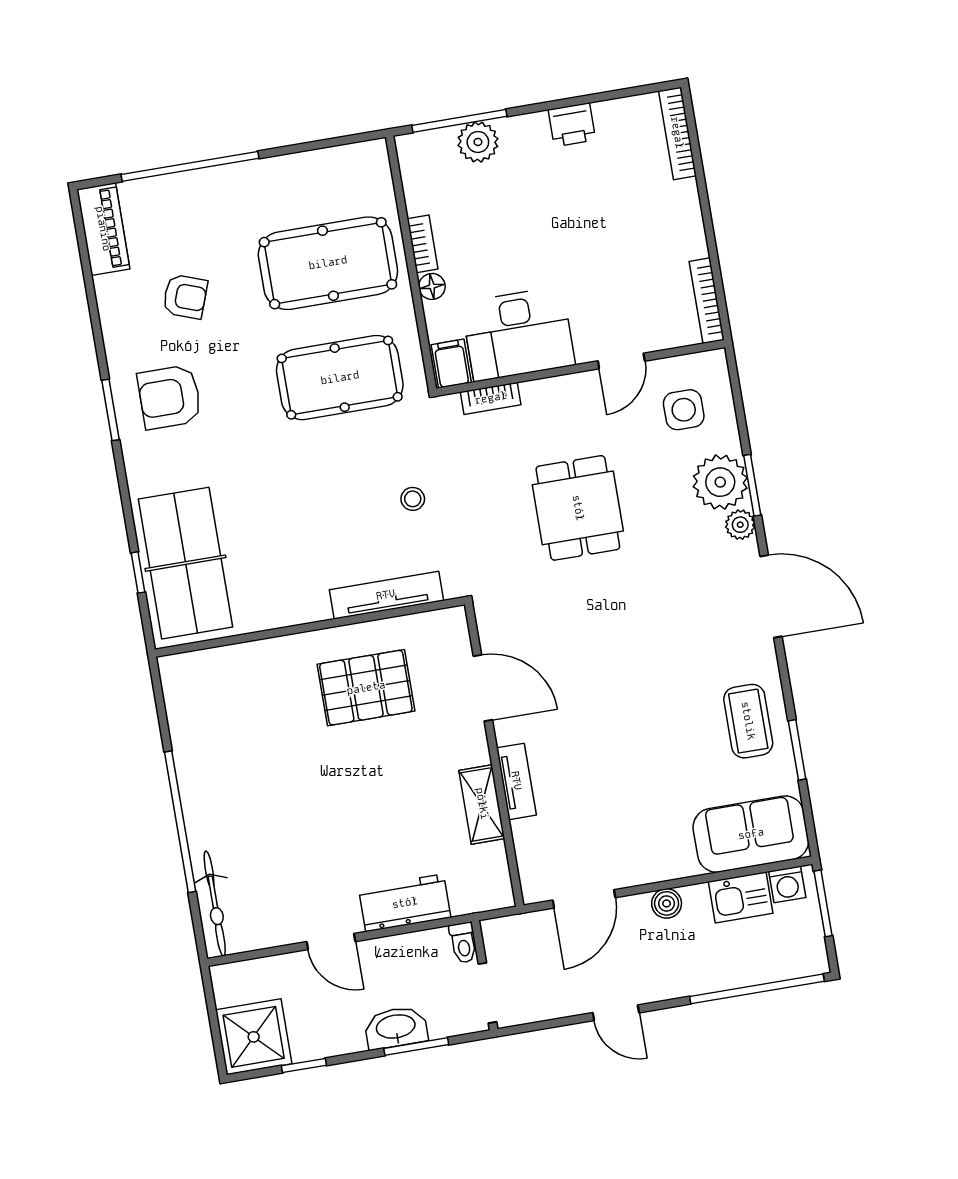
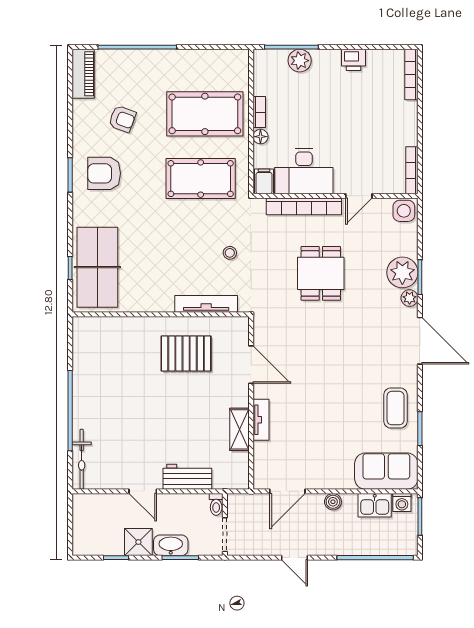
bookcase: (491, 398) -> (304, 206), width x2.31, depth x1.31
side table: (684, 410) -> (404, 211), moved
shower: (254, 1037) -> (138, 542), moved, width x0.73, depth x0.73

